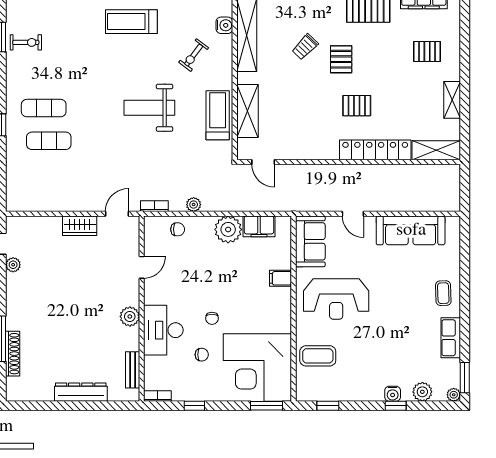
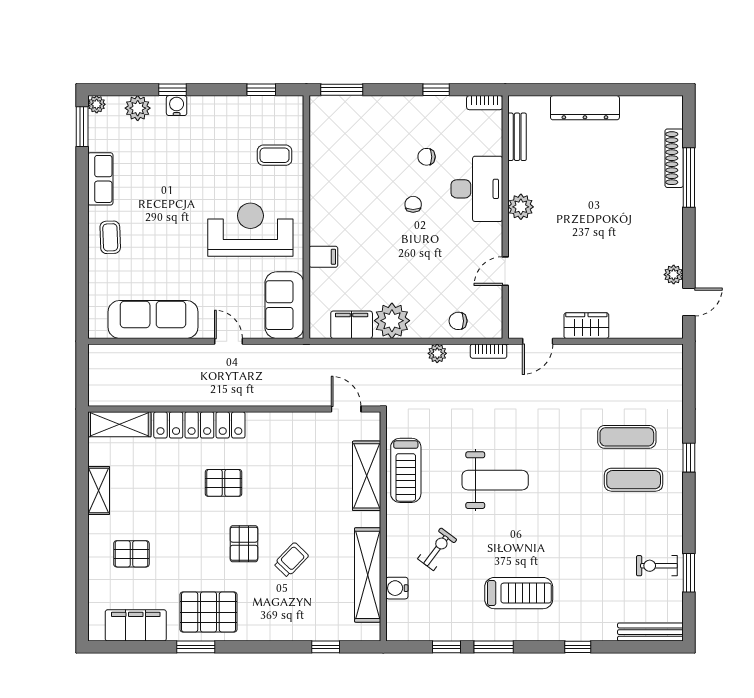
coffee table: (318, 356) -> (275, 155), width x0.73, depth x0.77
corner desk: (257, 367) -> (354, 140), removed

